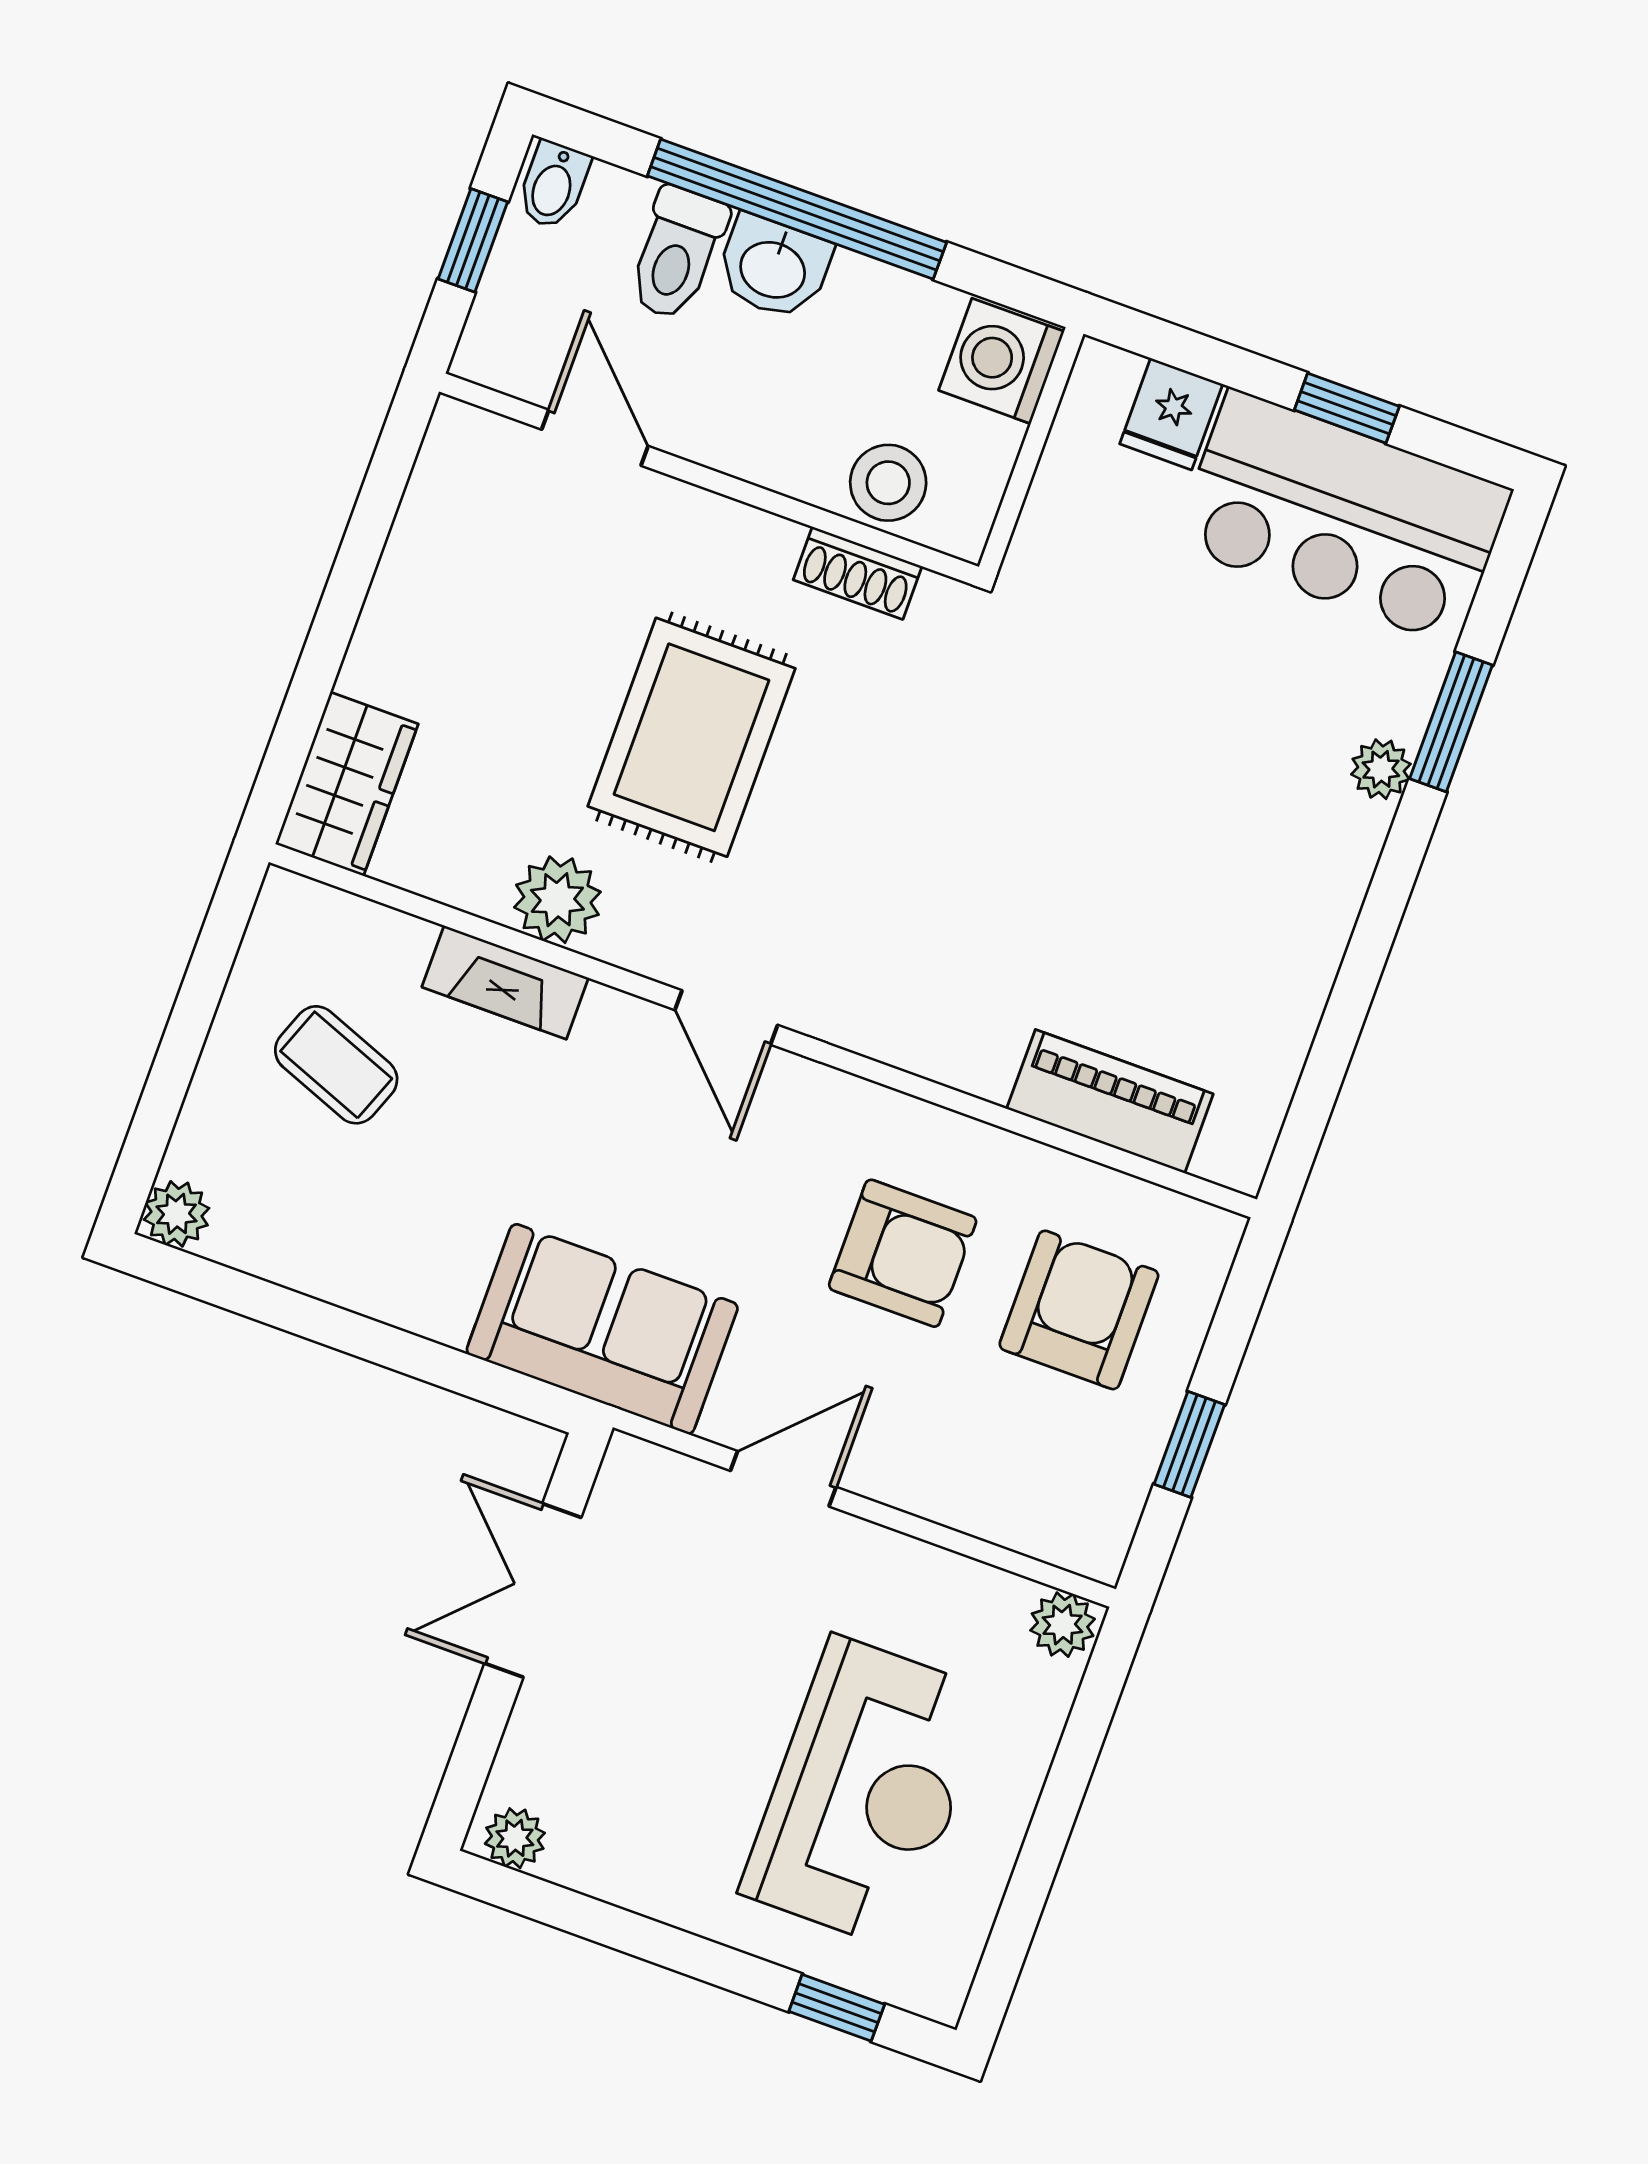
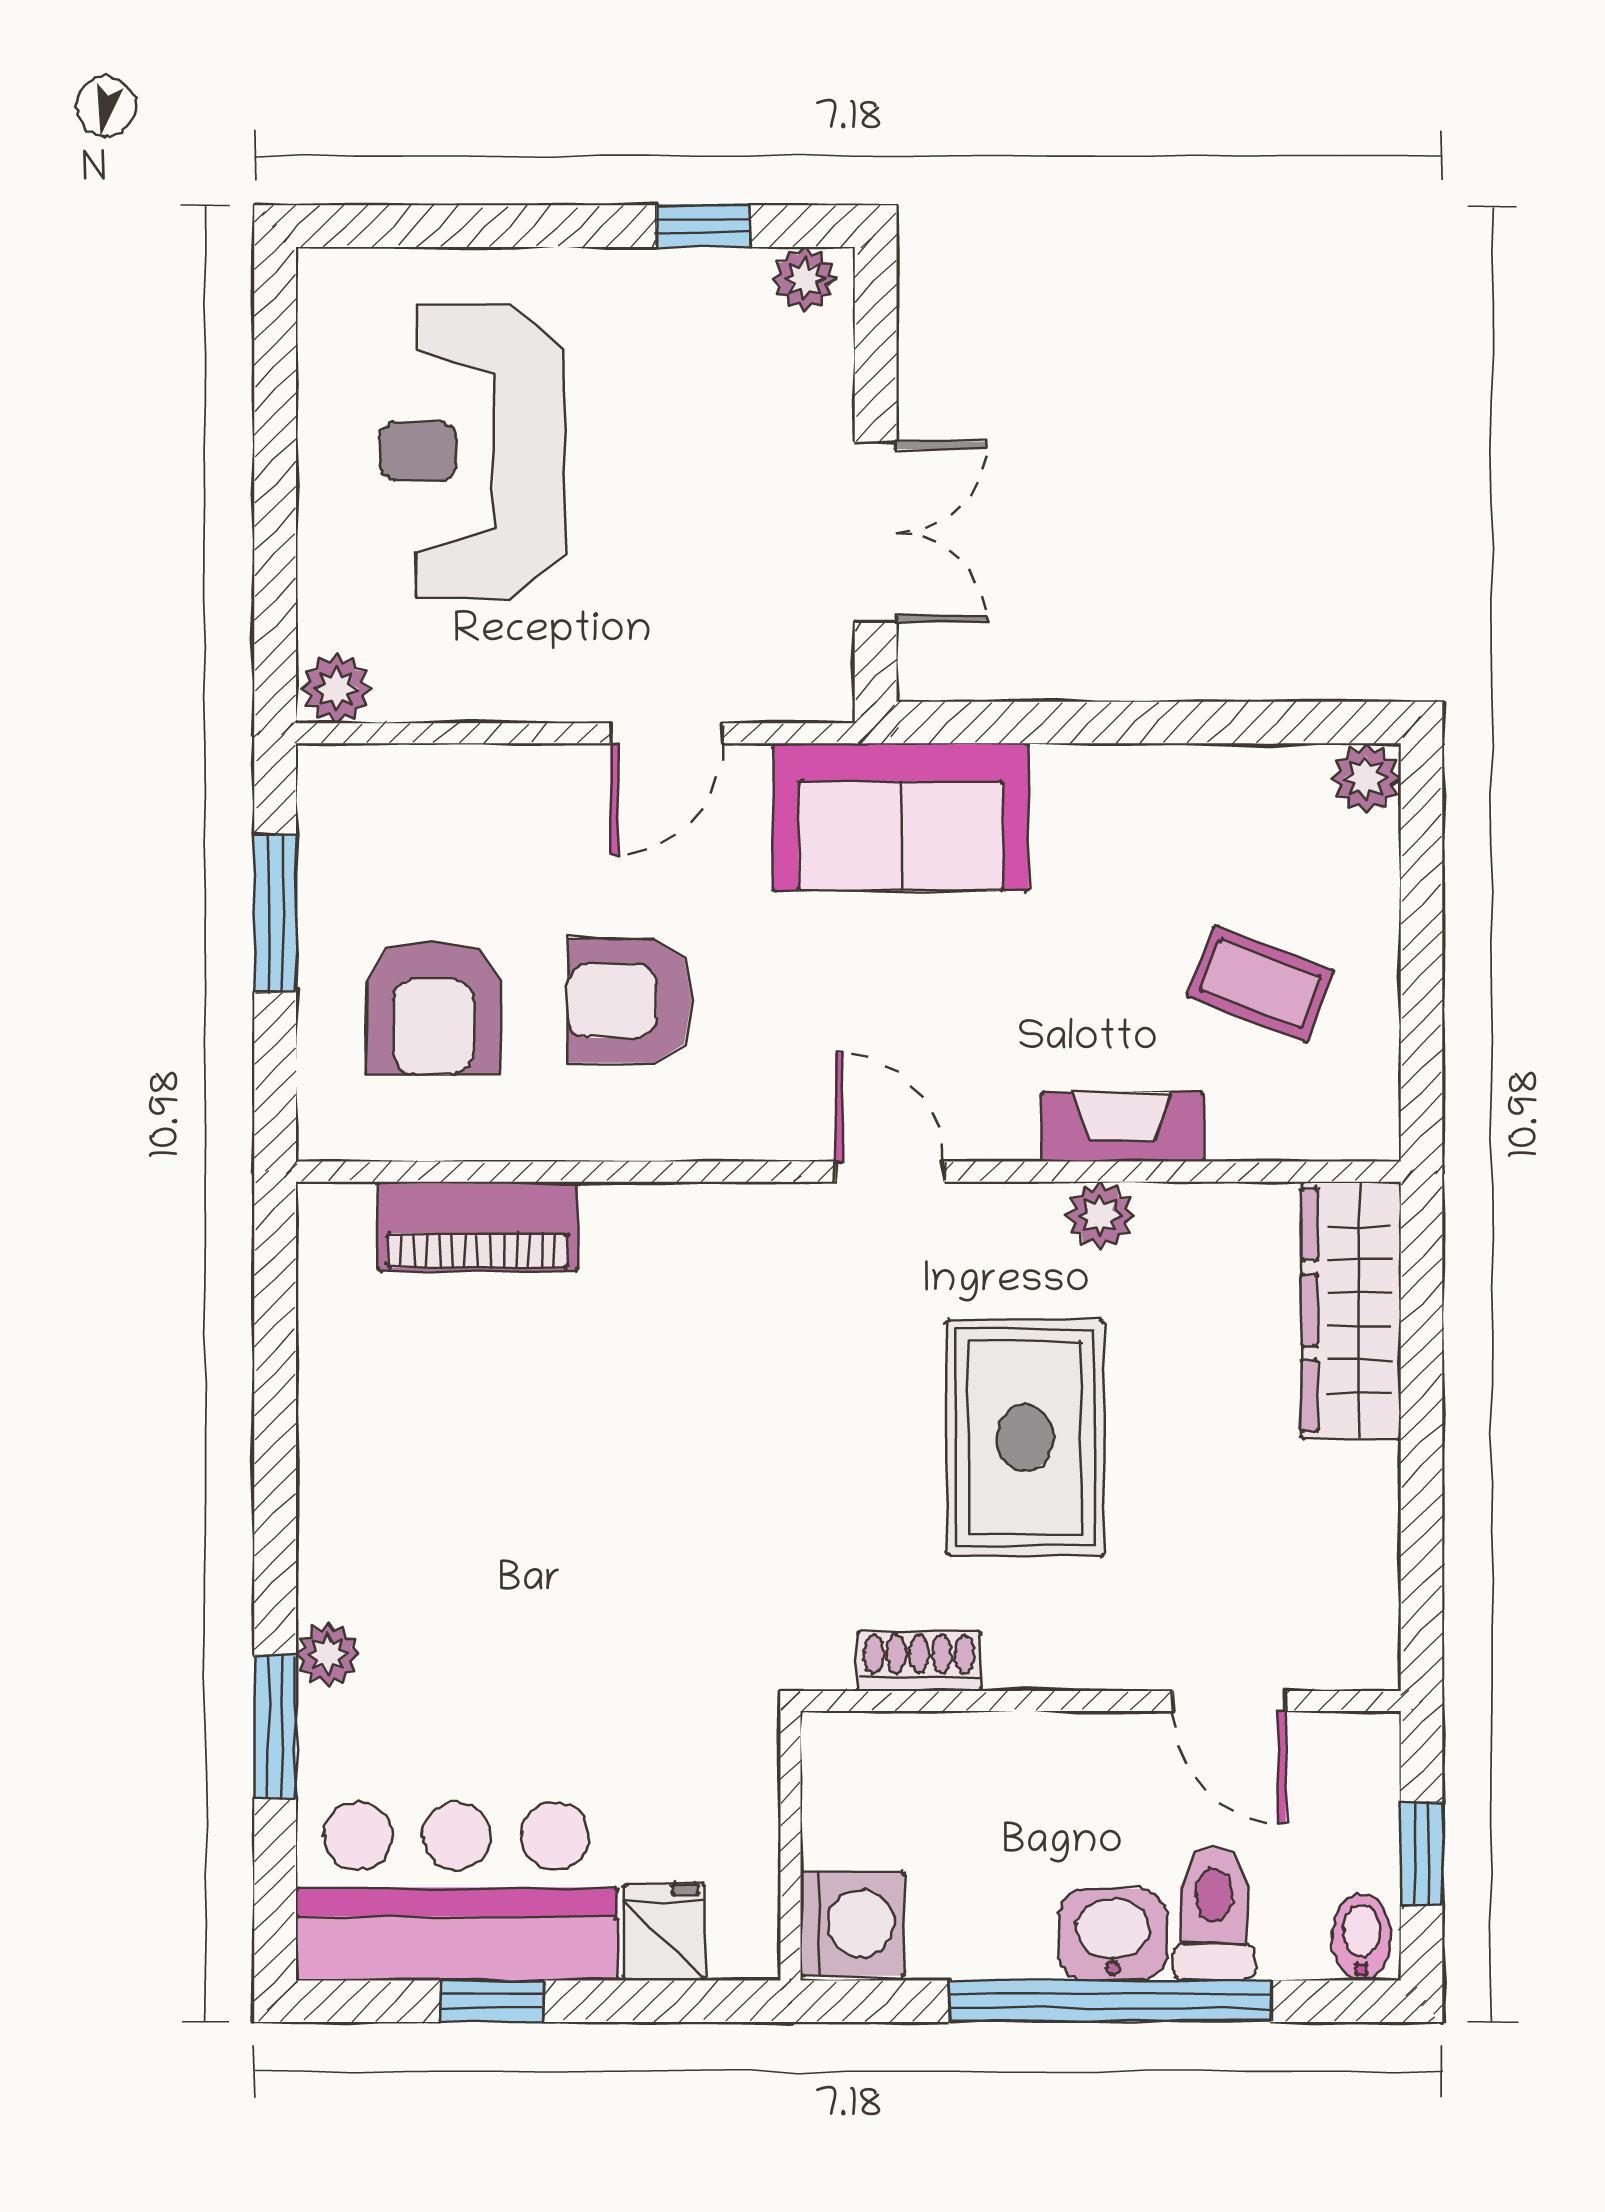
stool: (888, 483) -> (921, 1762), removed
wardrobe: (347, 784) -> (1351, 1310), width x1.50
plant: (557, 900) -> (1100, 1215), width x0.73, depth x0.73
window: (1189, 1444) -> (275, 914), width x1.50
window: (837, 2008) -> (703, 226), moved

